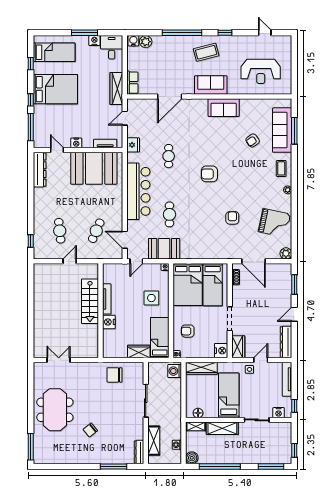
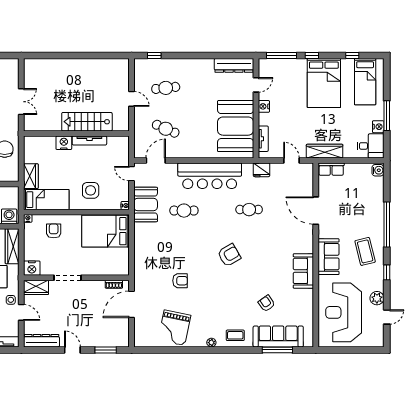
plant: (146, 42) -> (377, 298), moved
reception desk: (261, 71) -> (344, 312), width x1.36, depth x1.30
armchair: (209, 174) -> (229, 255), turned 60
plant: (286, 253) -> (140, 341), removed
bed: (213, 285) -> (106, 259), removed
double door: (59, 360) -> (21, 102), moved

